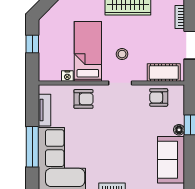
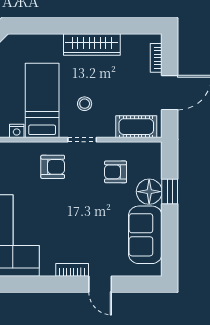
armchair: (159, 97) -> (116, 172), moved
armchair: (83, 99) -> (53, 167), moved
floor lamp: (179, 130) -> (149, 192), width x1.89, depth x1.89

